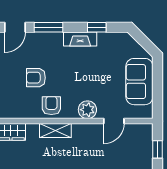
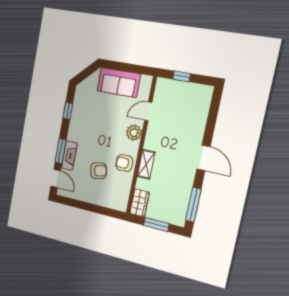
fireplace: (80, 39) -> (69, 155), moved
armchair: (36, 78) -> (99, 171), turned -101
door: (114, 121) -> (148, 111), swing flipped

